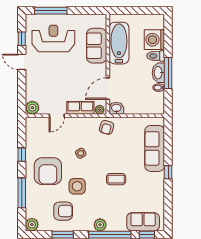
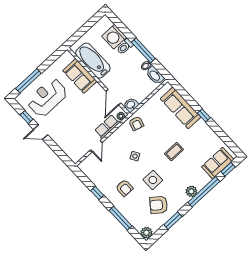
washbasin: (158, 73) -> (155, 75), moved
plant: (32, 108) -> (75, 156), removed
armchair: (48, 171) -> (124, 188), width x0.53, depth x0.53
armchair: (63, 211) -> (159, 205), turned -142

